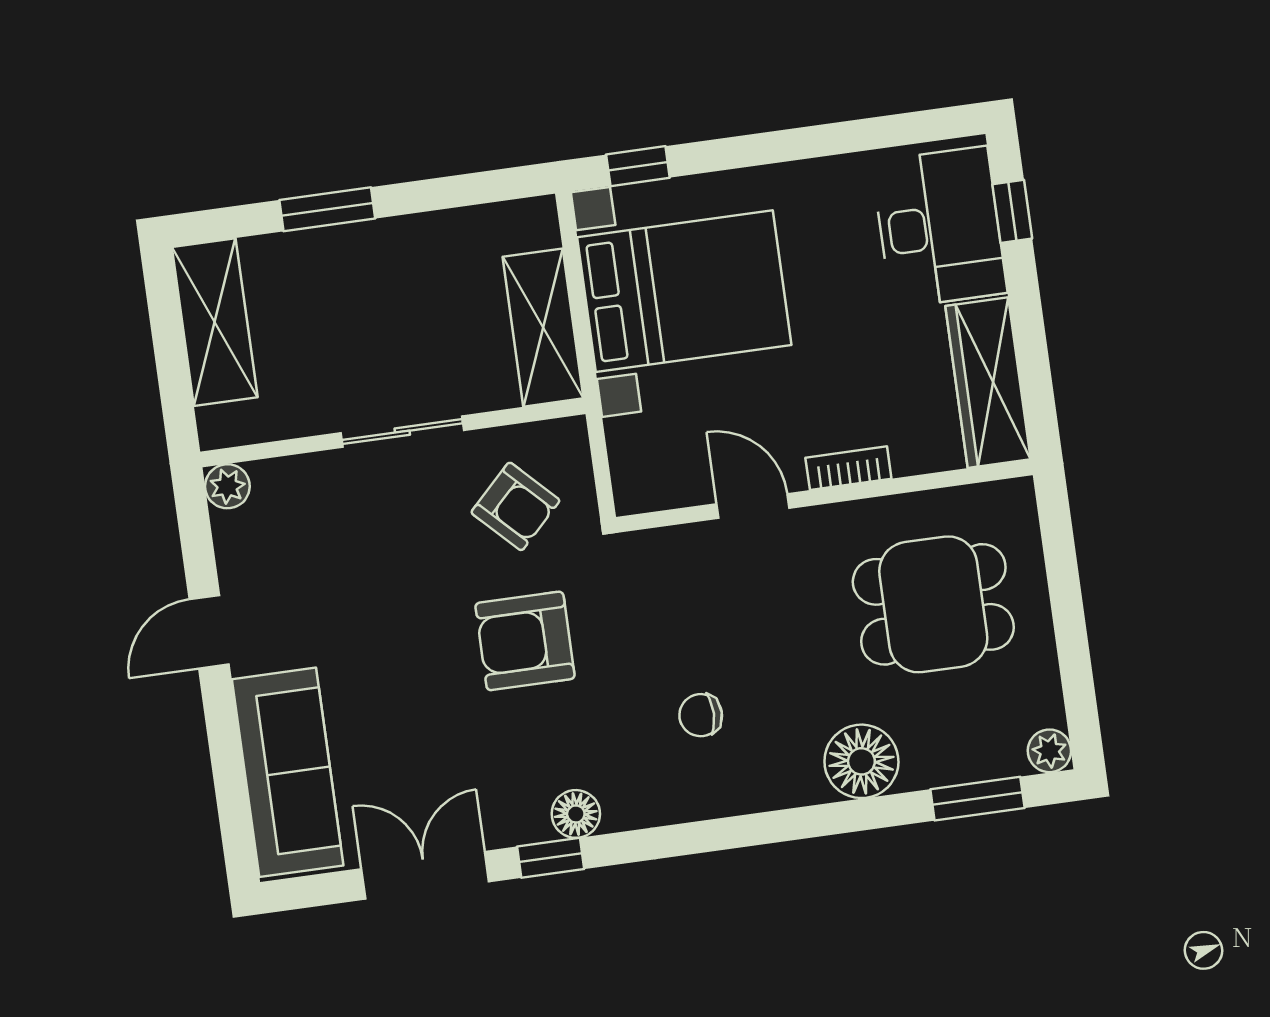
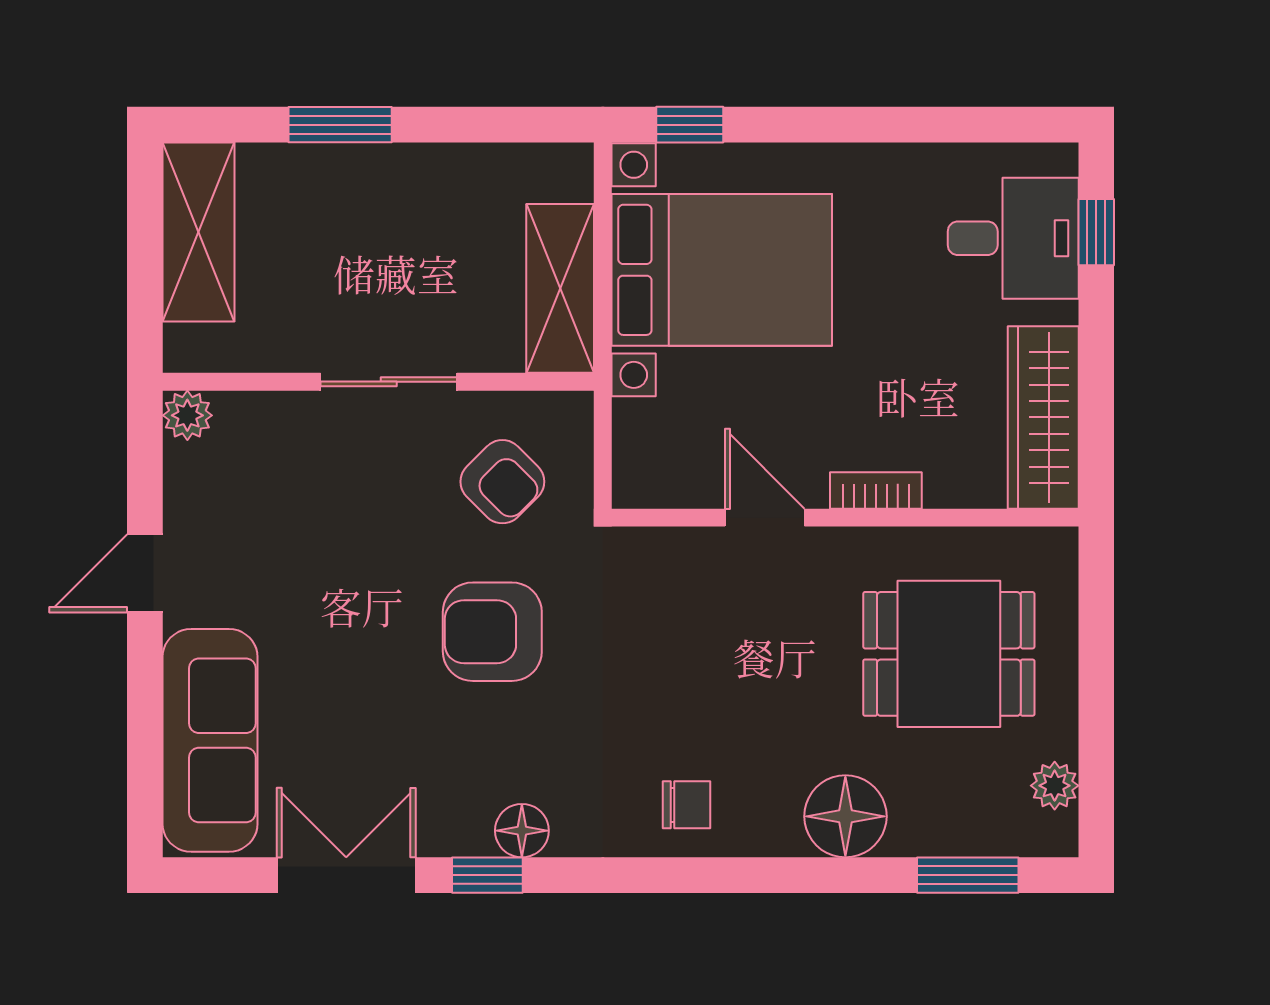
desk: (939, 227) -> (1013, 238), width x0.73
chair: (701, 715) -> (687, 805), moved, turned 180
plant: (1049, 751) -> (1055, 786), moved

